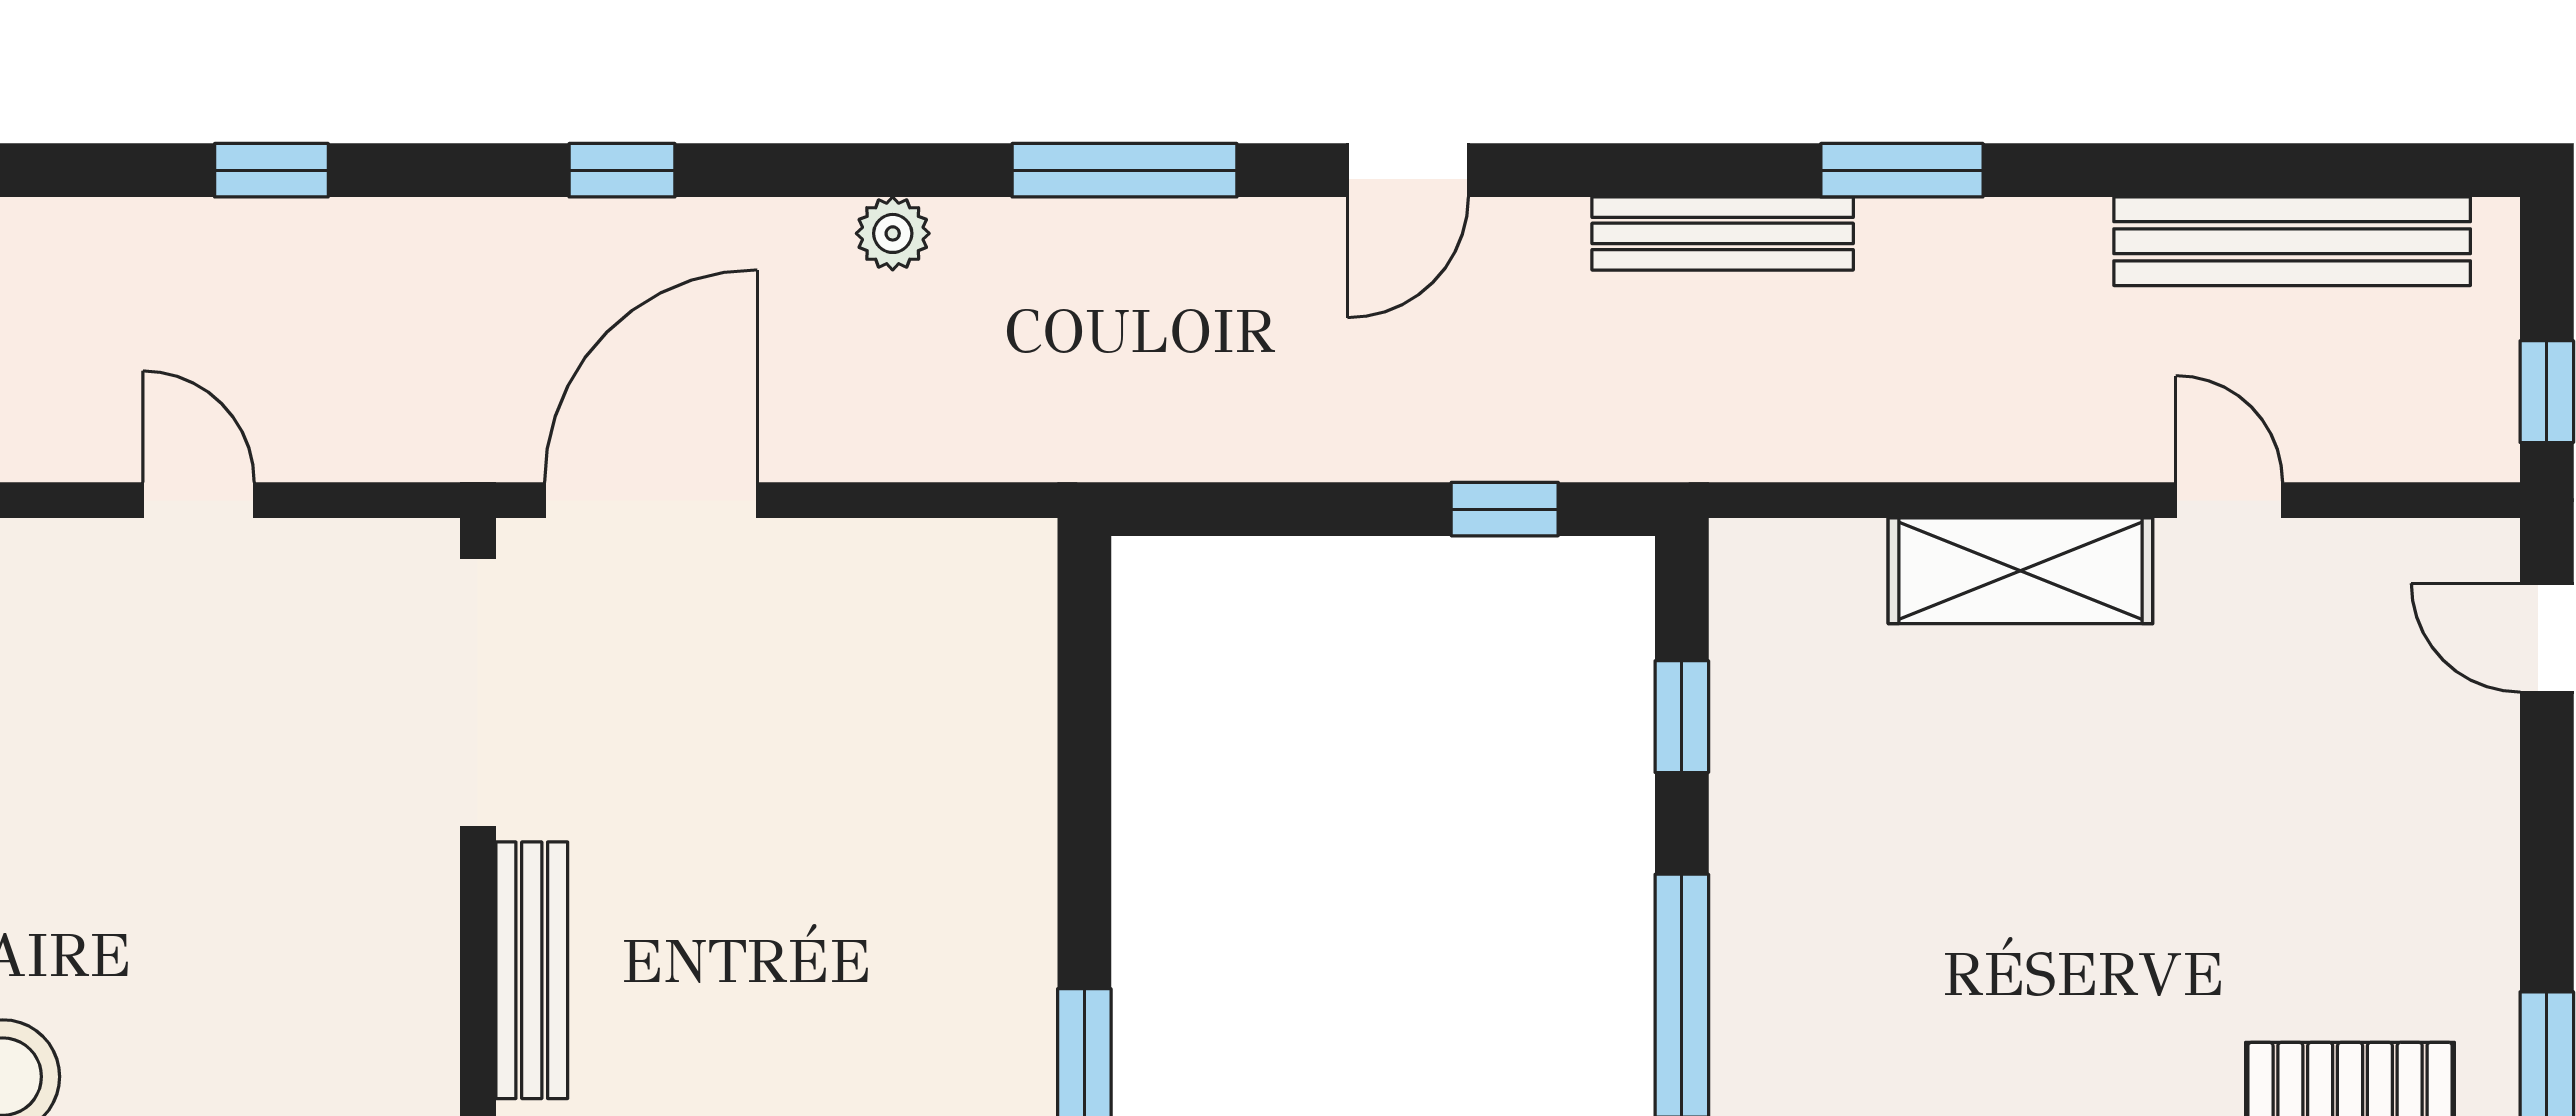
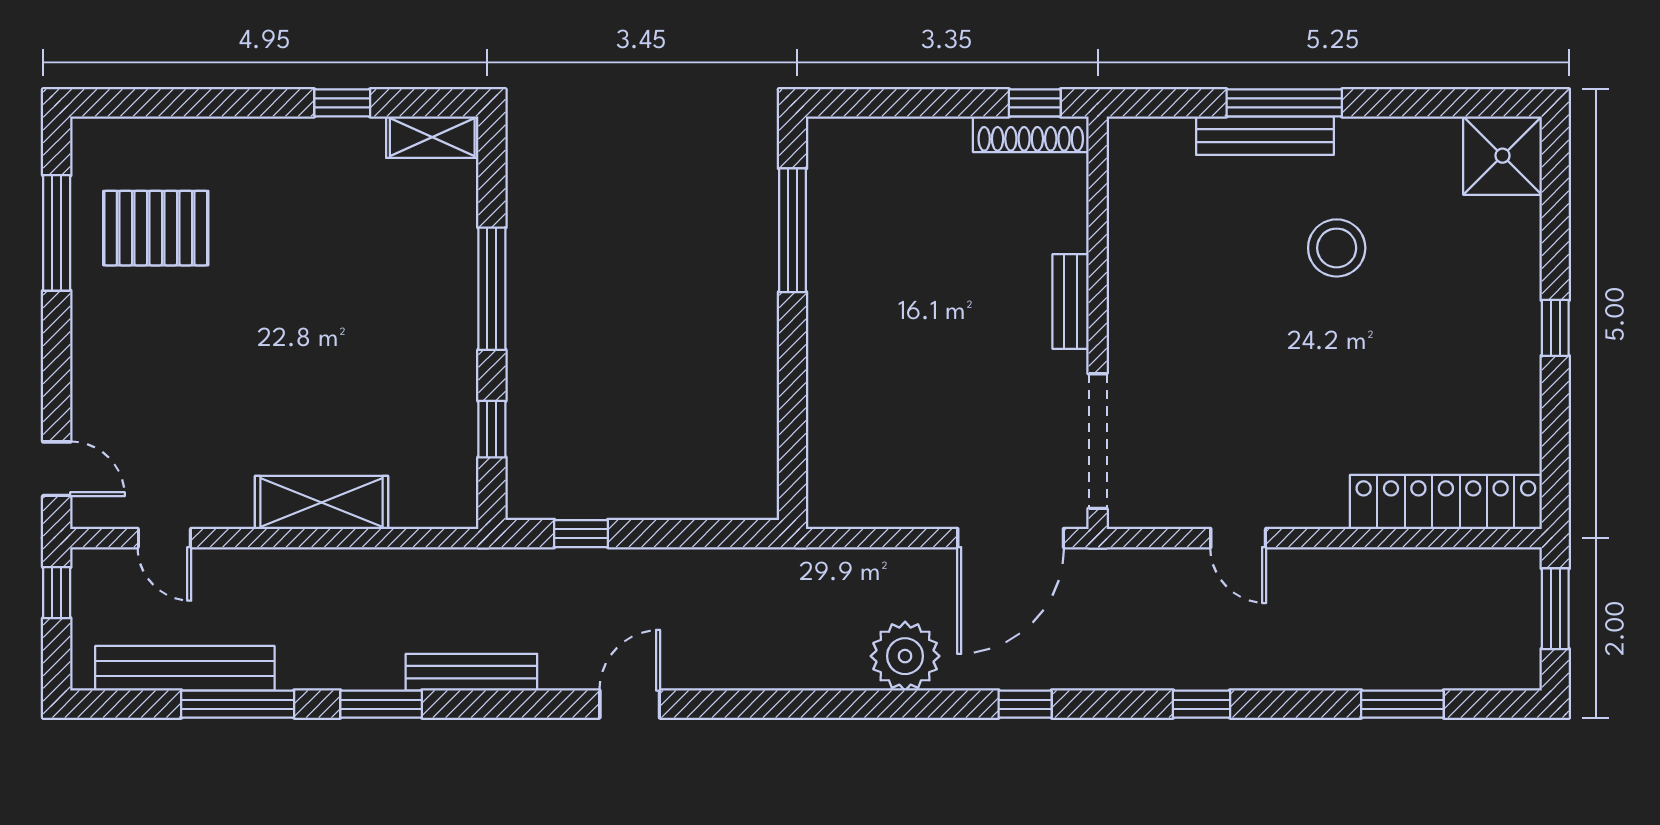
window: (1124, 170) -> (238, 704), moved
plant: (893, 233) -> (905, 656), width x1.88, depth x1.88
door: (2229, 500) -> (164, 538), moved
bench: (532, 970) -> (1071, 302), width x0.73

